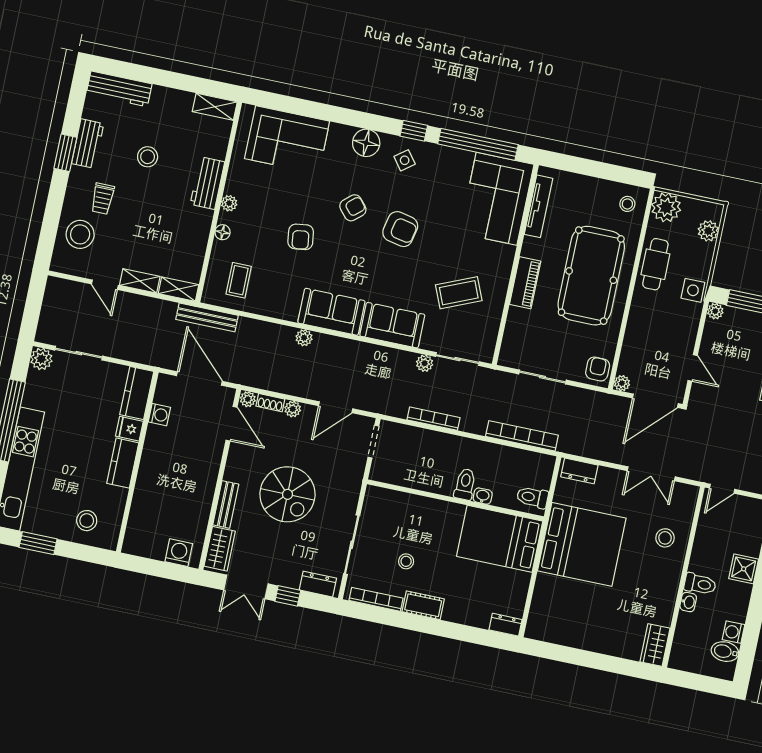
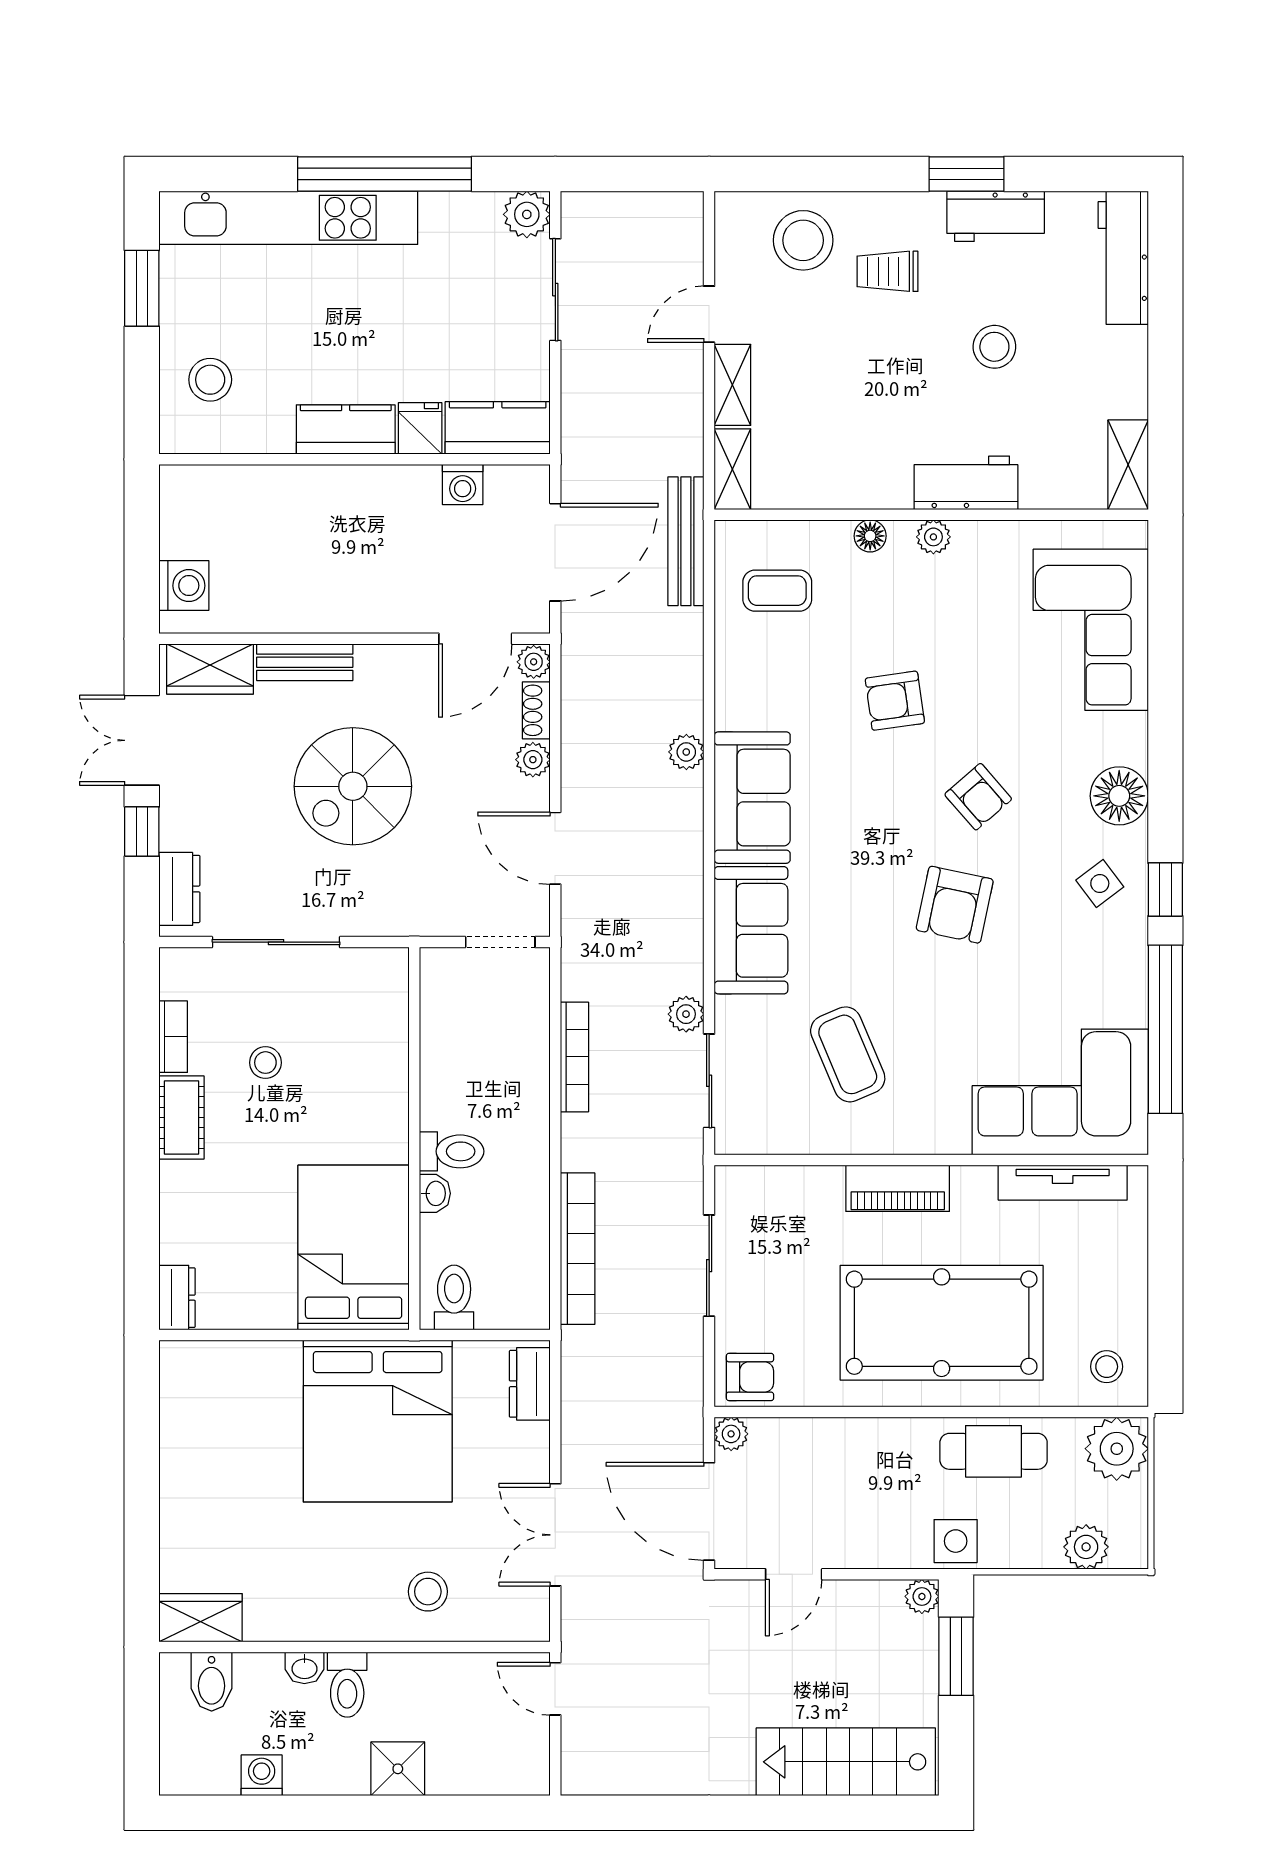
bookcase: (376, 599) -> (173, 1037), width x0.64
bidet: (725, 652) -> (212, 1682), moved, turned 180

